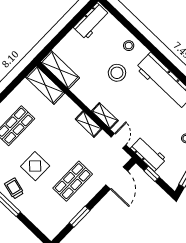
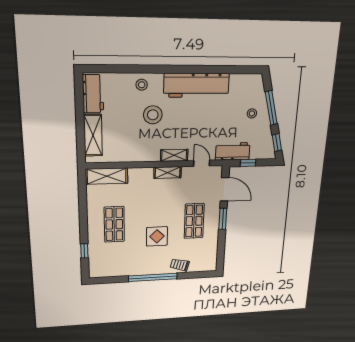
shelving: (60, 70) -> (93, 135), moved, turned 90
trolley: (14, 188) -> (180, 265), moved
window: (80, 217) -> (223, 219), moved

